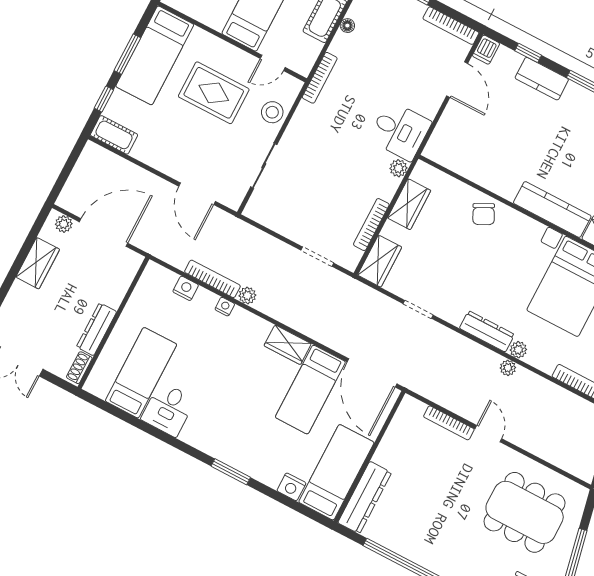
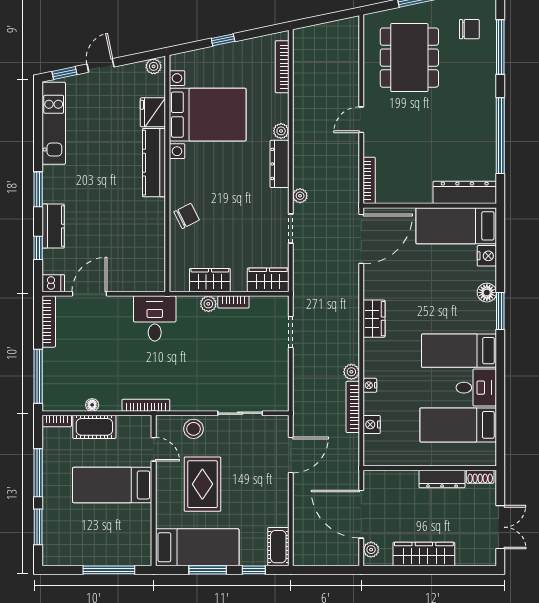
plant: (398, 168) -> (208, 304), moved
bookcase: (371, 225) -> (233, 302), width x0.64
wardrobe: (38, 263) -> (424, 554), width x1.50
plant: (508, 368) -> (300, 196), moved
bed: (310, 390) -> (459, 351), moved, turned 180
bookcase: (449, 423) -> (369, 180), moved
floor lamp: (256, 468) -> (487, 293), added

